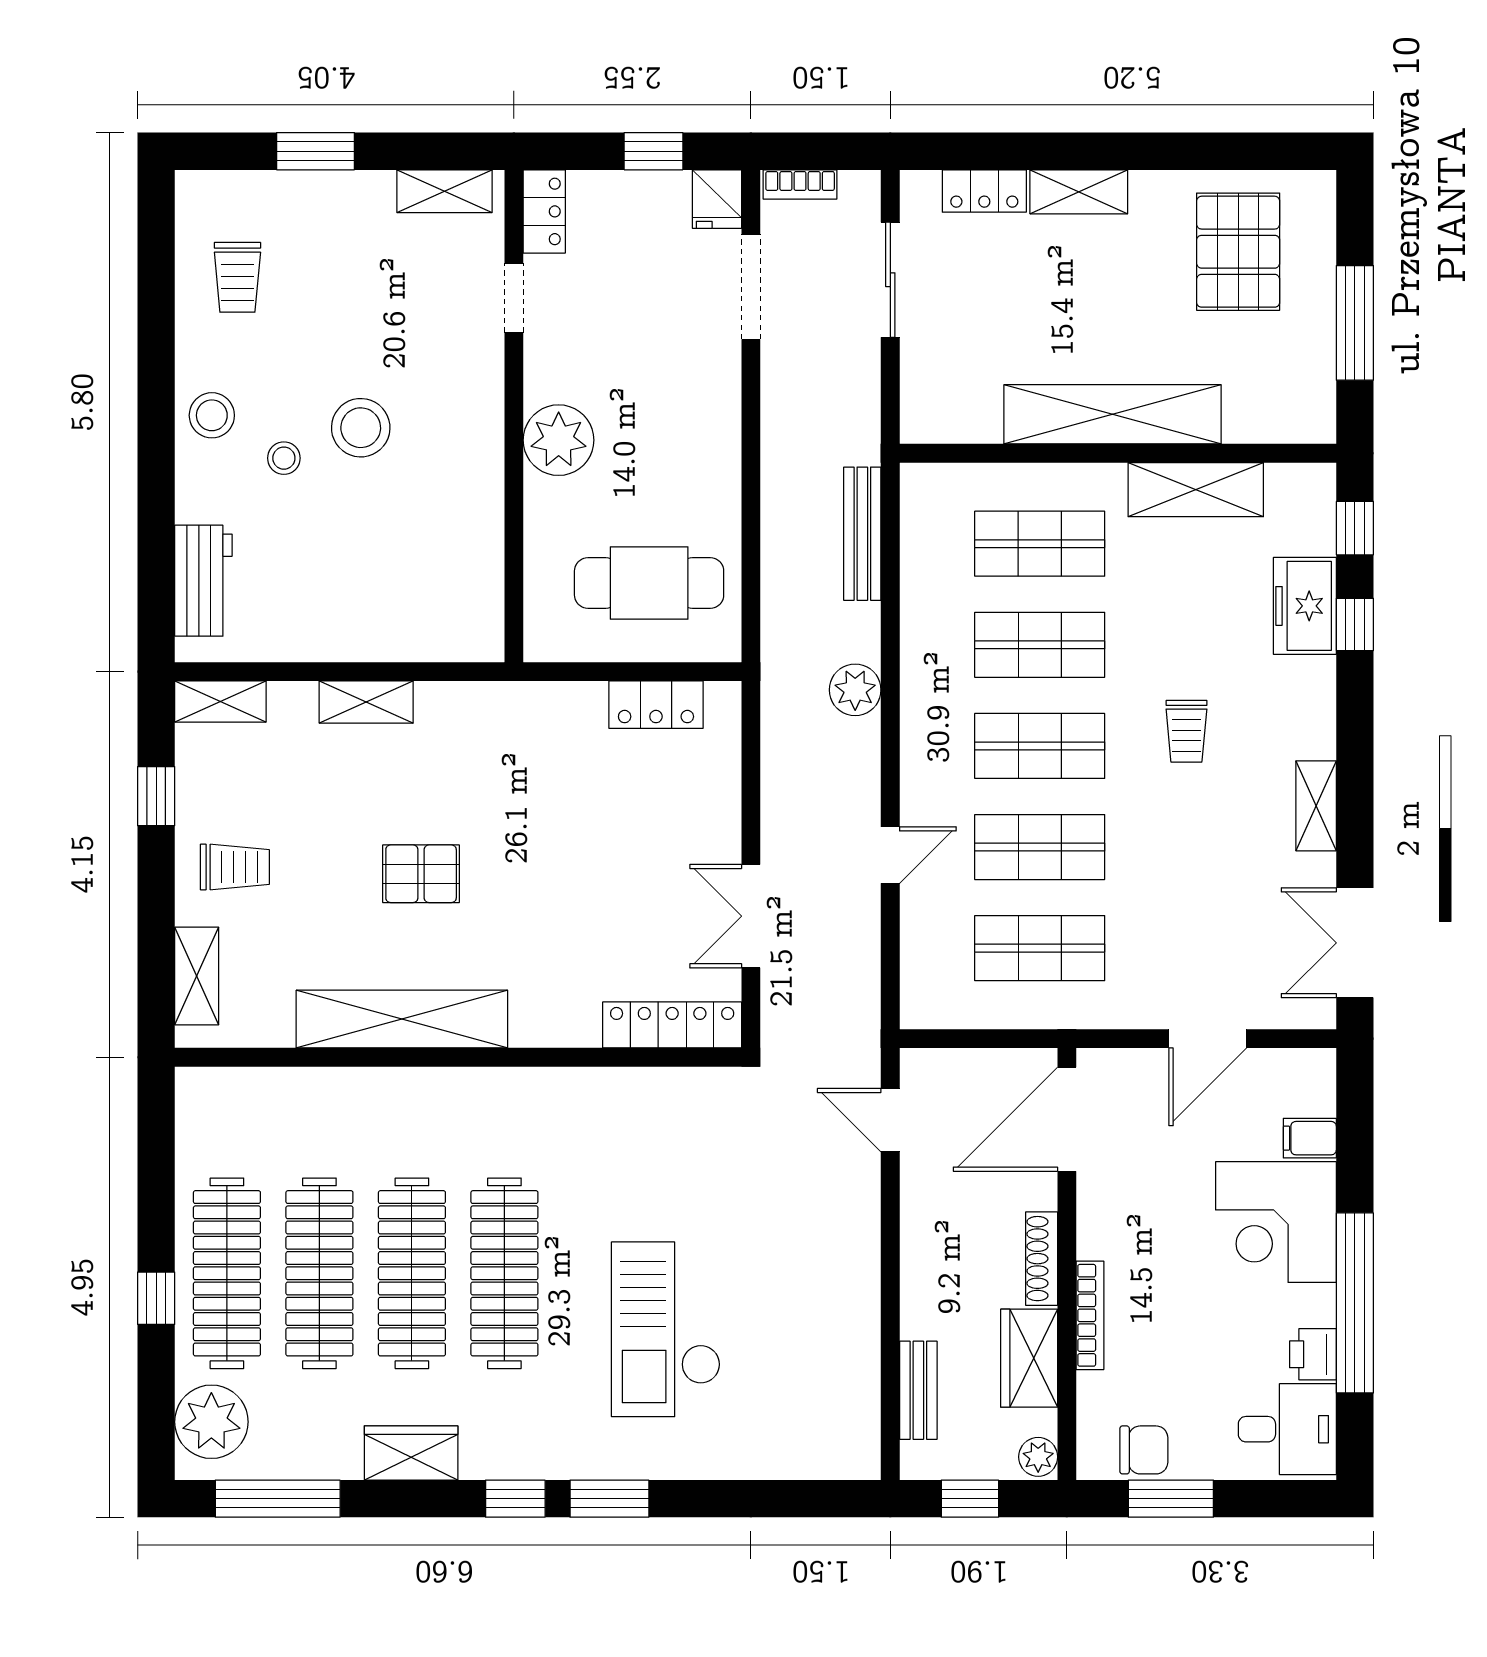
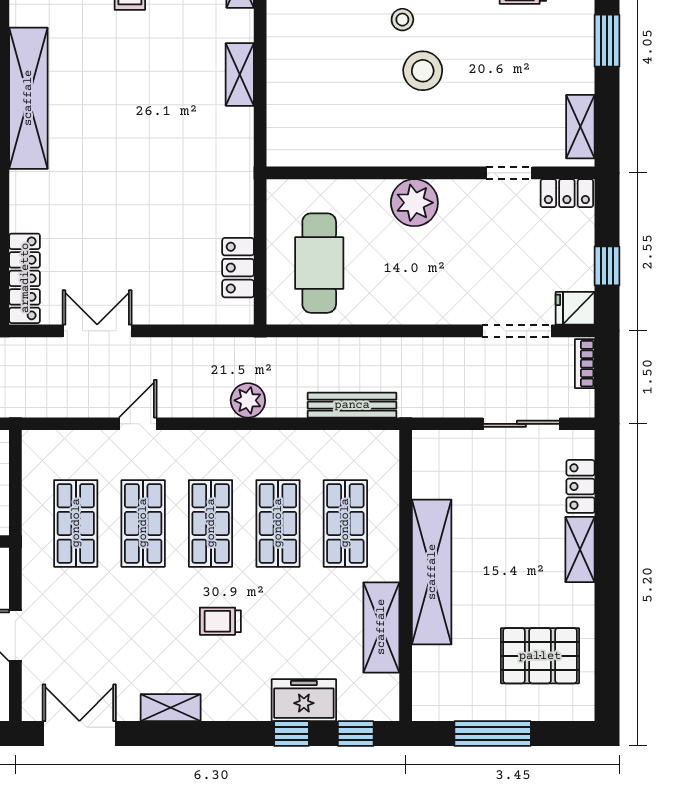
door: (890, 855) -> (138, 424), swing flipped
pallet: (421, 874) -> (125, 111), removed

